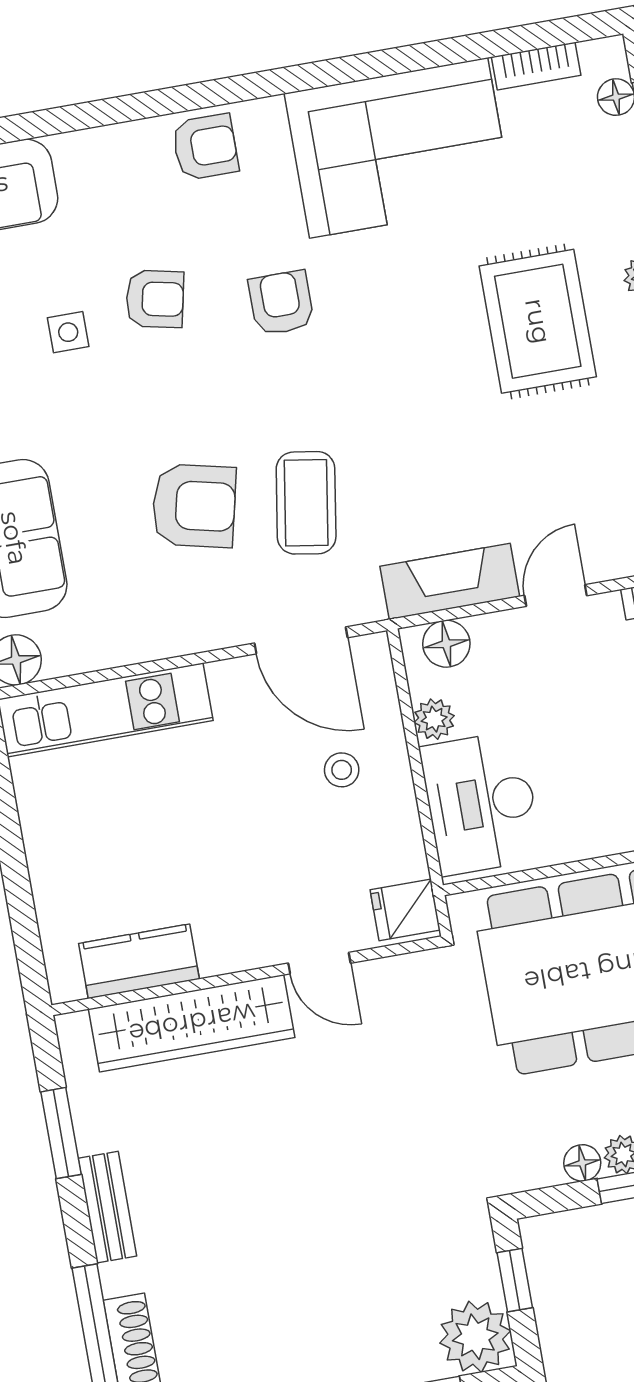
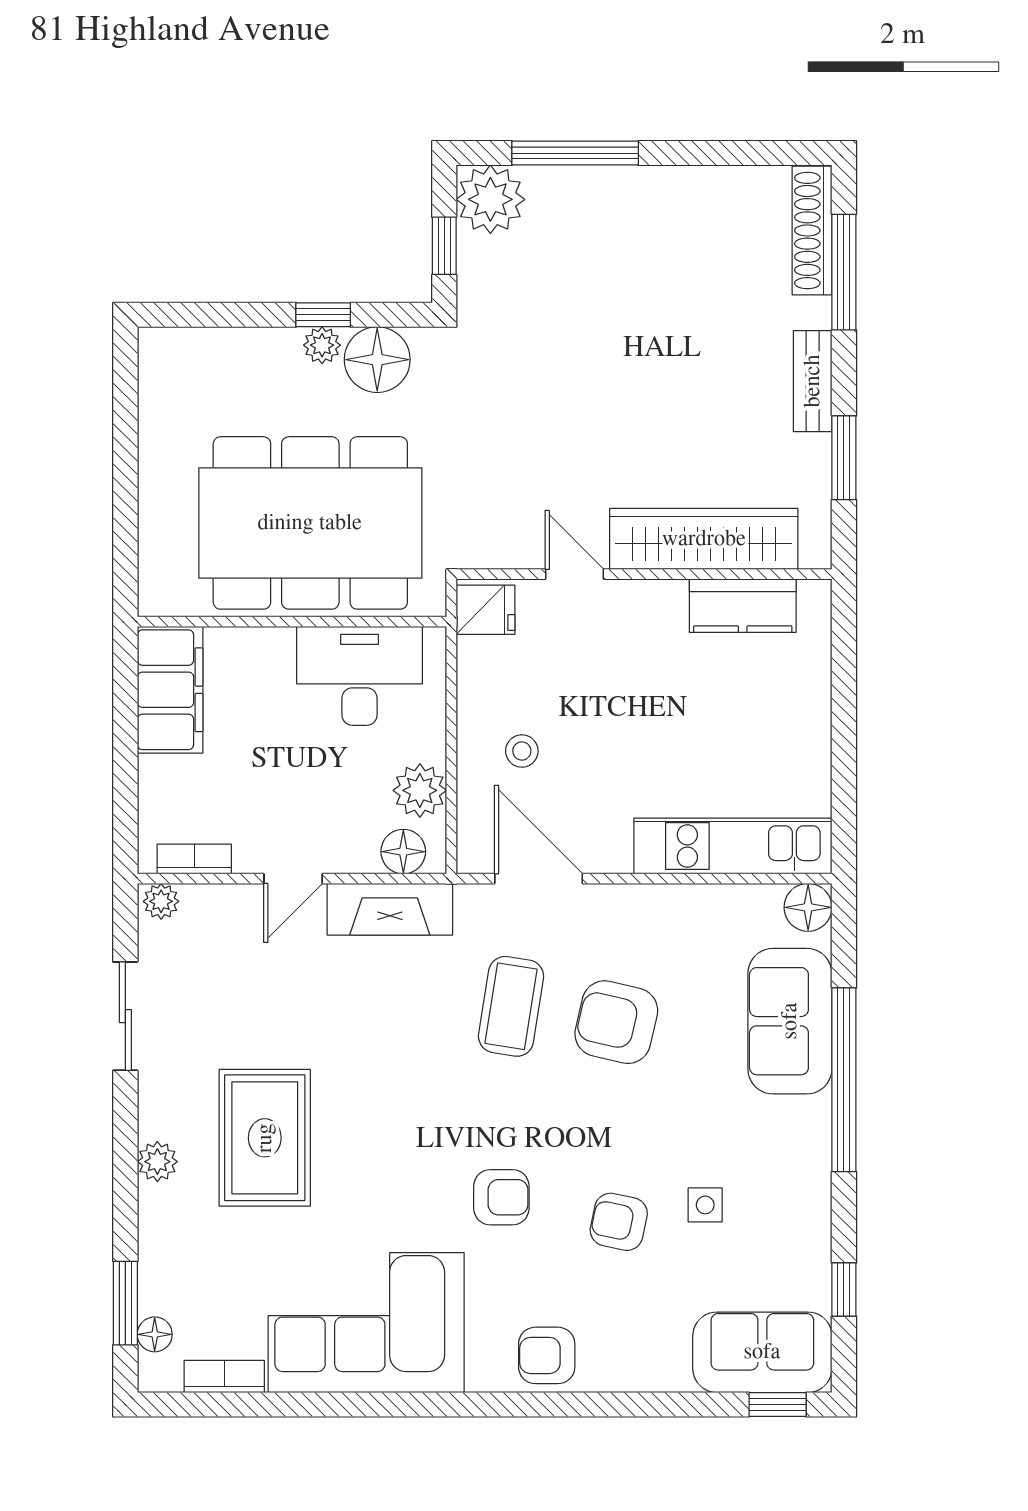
armchair: (281, 303) -> (501, 1197), turned -90
plant: (434, 719) -> (420, 790), width x1.38, depth x1.38
desk: (481, 803) -> (360, 676), moved, turned -90
floor lamp: (582, 1163) -> (377, 360), width x1.89, depth x1.89

